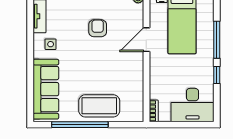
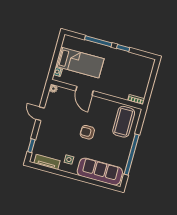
armchair: (98, 28) -> (87, 132), moved
desk: (192, 105) -> (140, 71), removed
coffee table: (99, 106) -> (124, 122), moved

